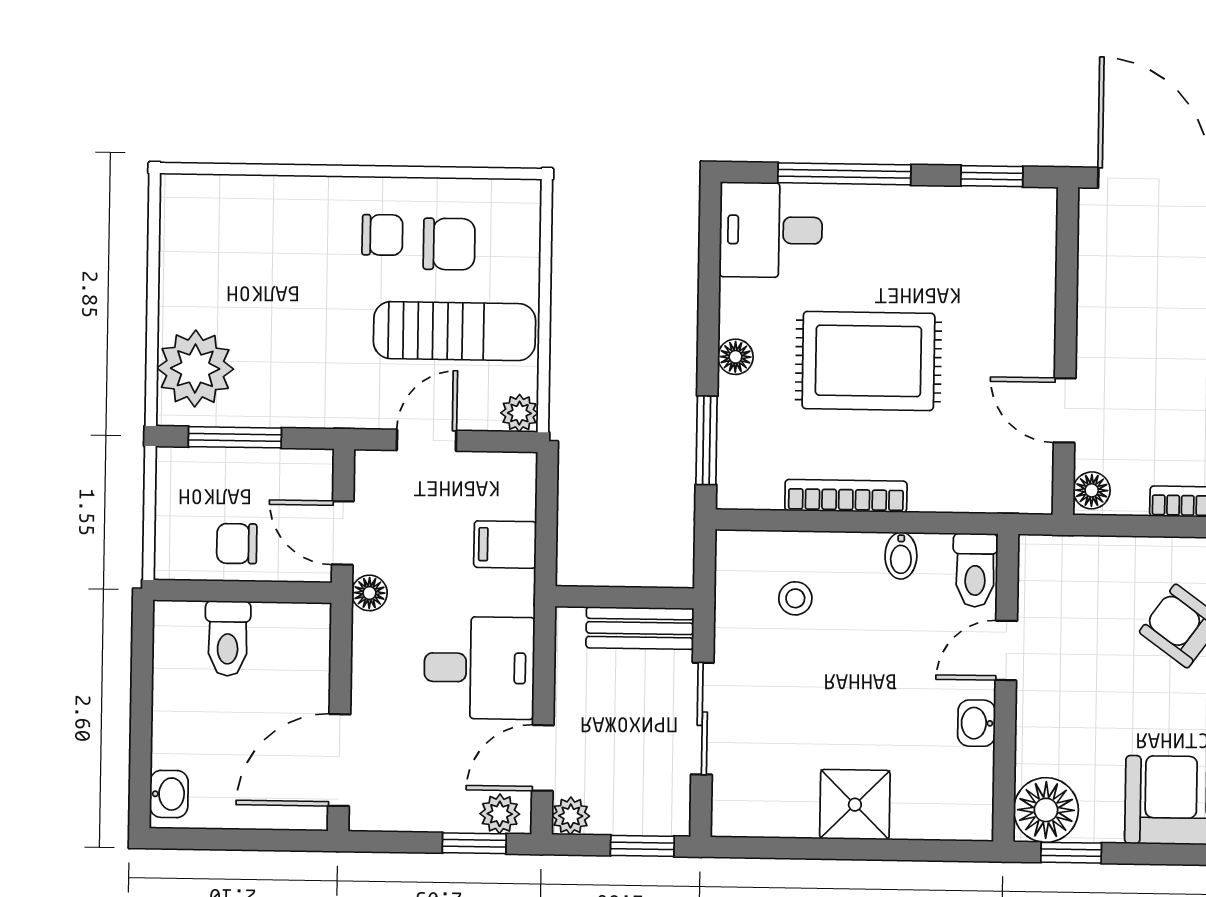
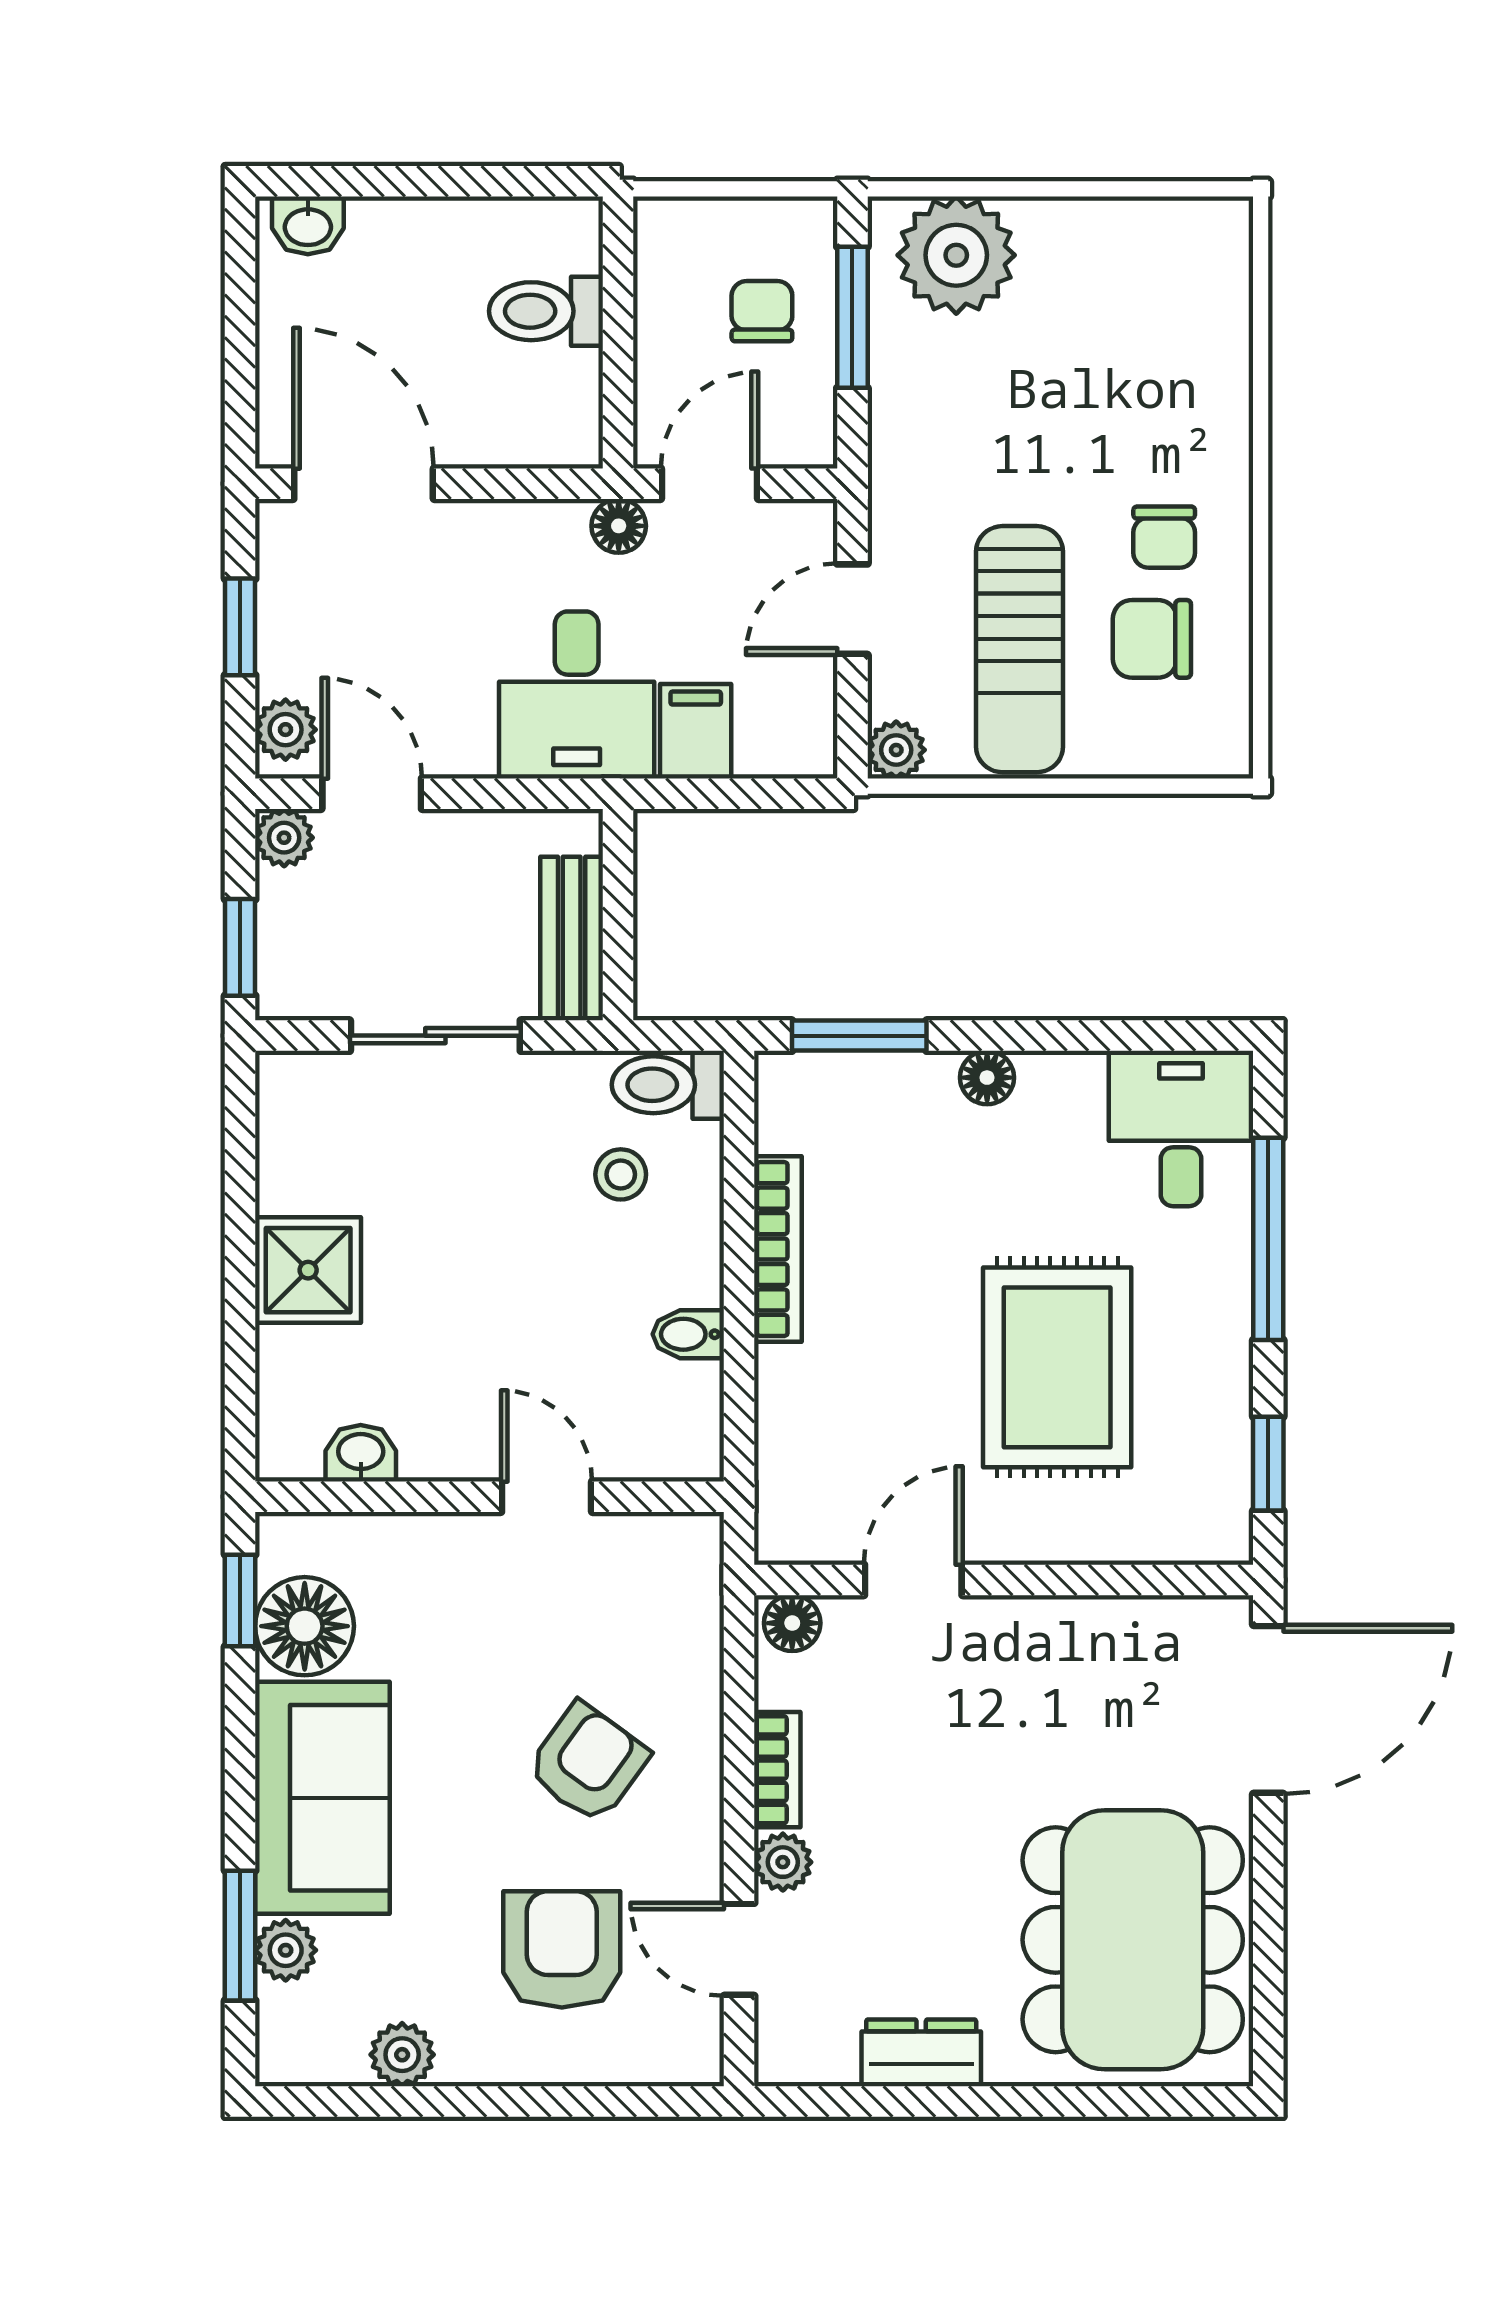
chair: (449, 244) -> (1152, 639), turned 90
rug: (868, 361) -> (1057, 1367), moved
door: (427, 440) -> (852, 609), swing flipped
chair: (237, 544) -> (762, 311), moved
toilet: (975, 570) -> (668, 1085), moved
desk: (479, 668) -> (577, 695), moved
washbasin: (976, 723) -> (361, 1453), moved
floor lamp: (1046, 810) -> (305, 1626), moved
window: (474, 843) -> (240, 627), moved

